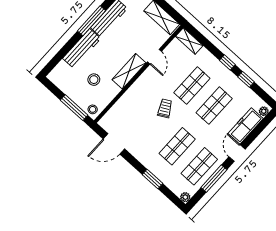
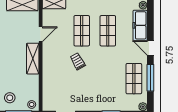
door: (154, 57) -> (41, 34), hinge flipped
stool: (94, 80) -> (10, 98), moved
shop shelf: (177, 146) -> (108, 79), removed

